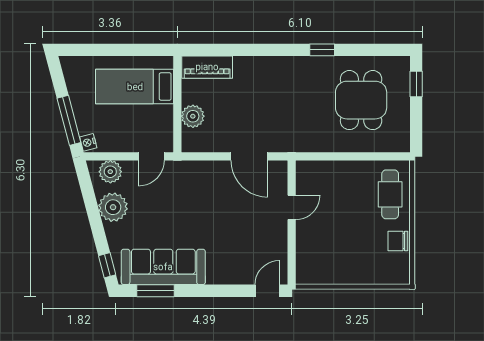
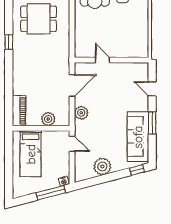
plant: (110, 172) -> (81, 113), moved
window: (156, 291) -> (152, 123), moved
door: (267, 291) -> (152, 89), moved

